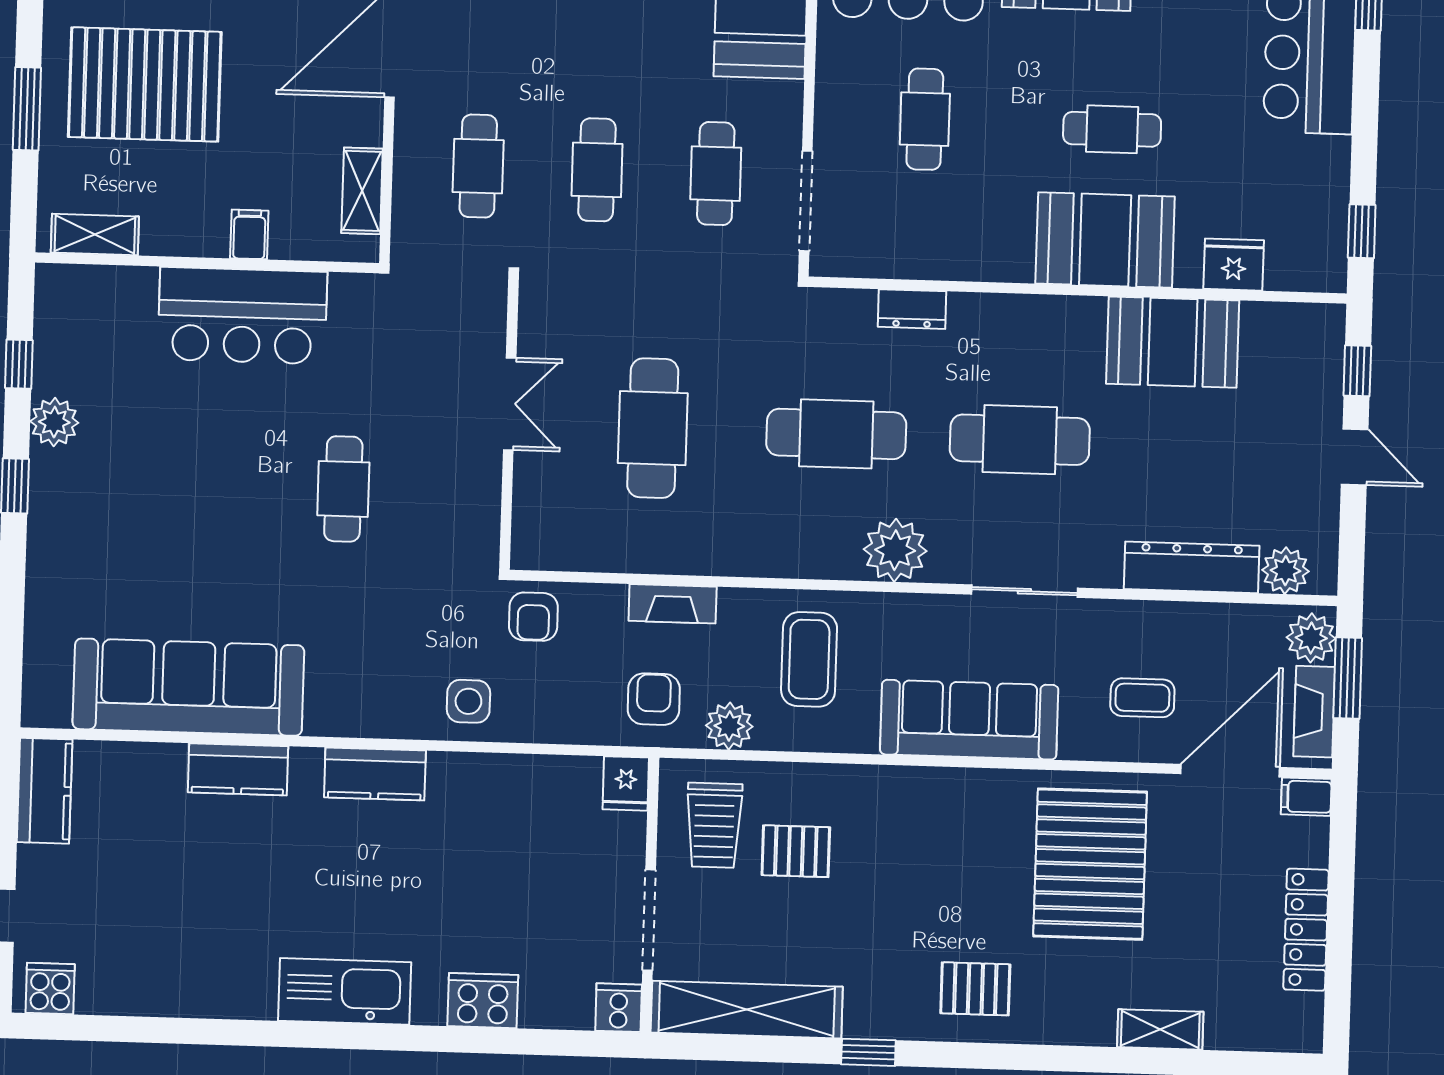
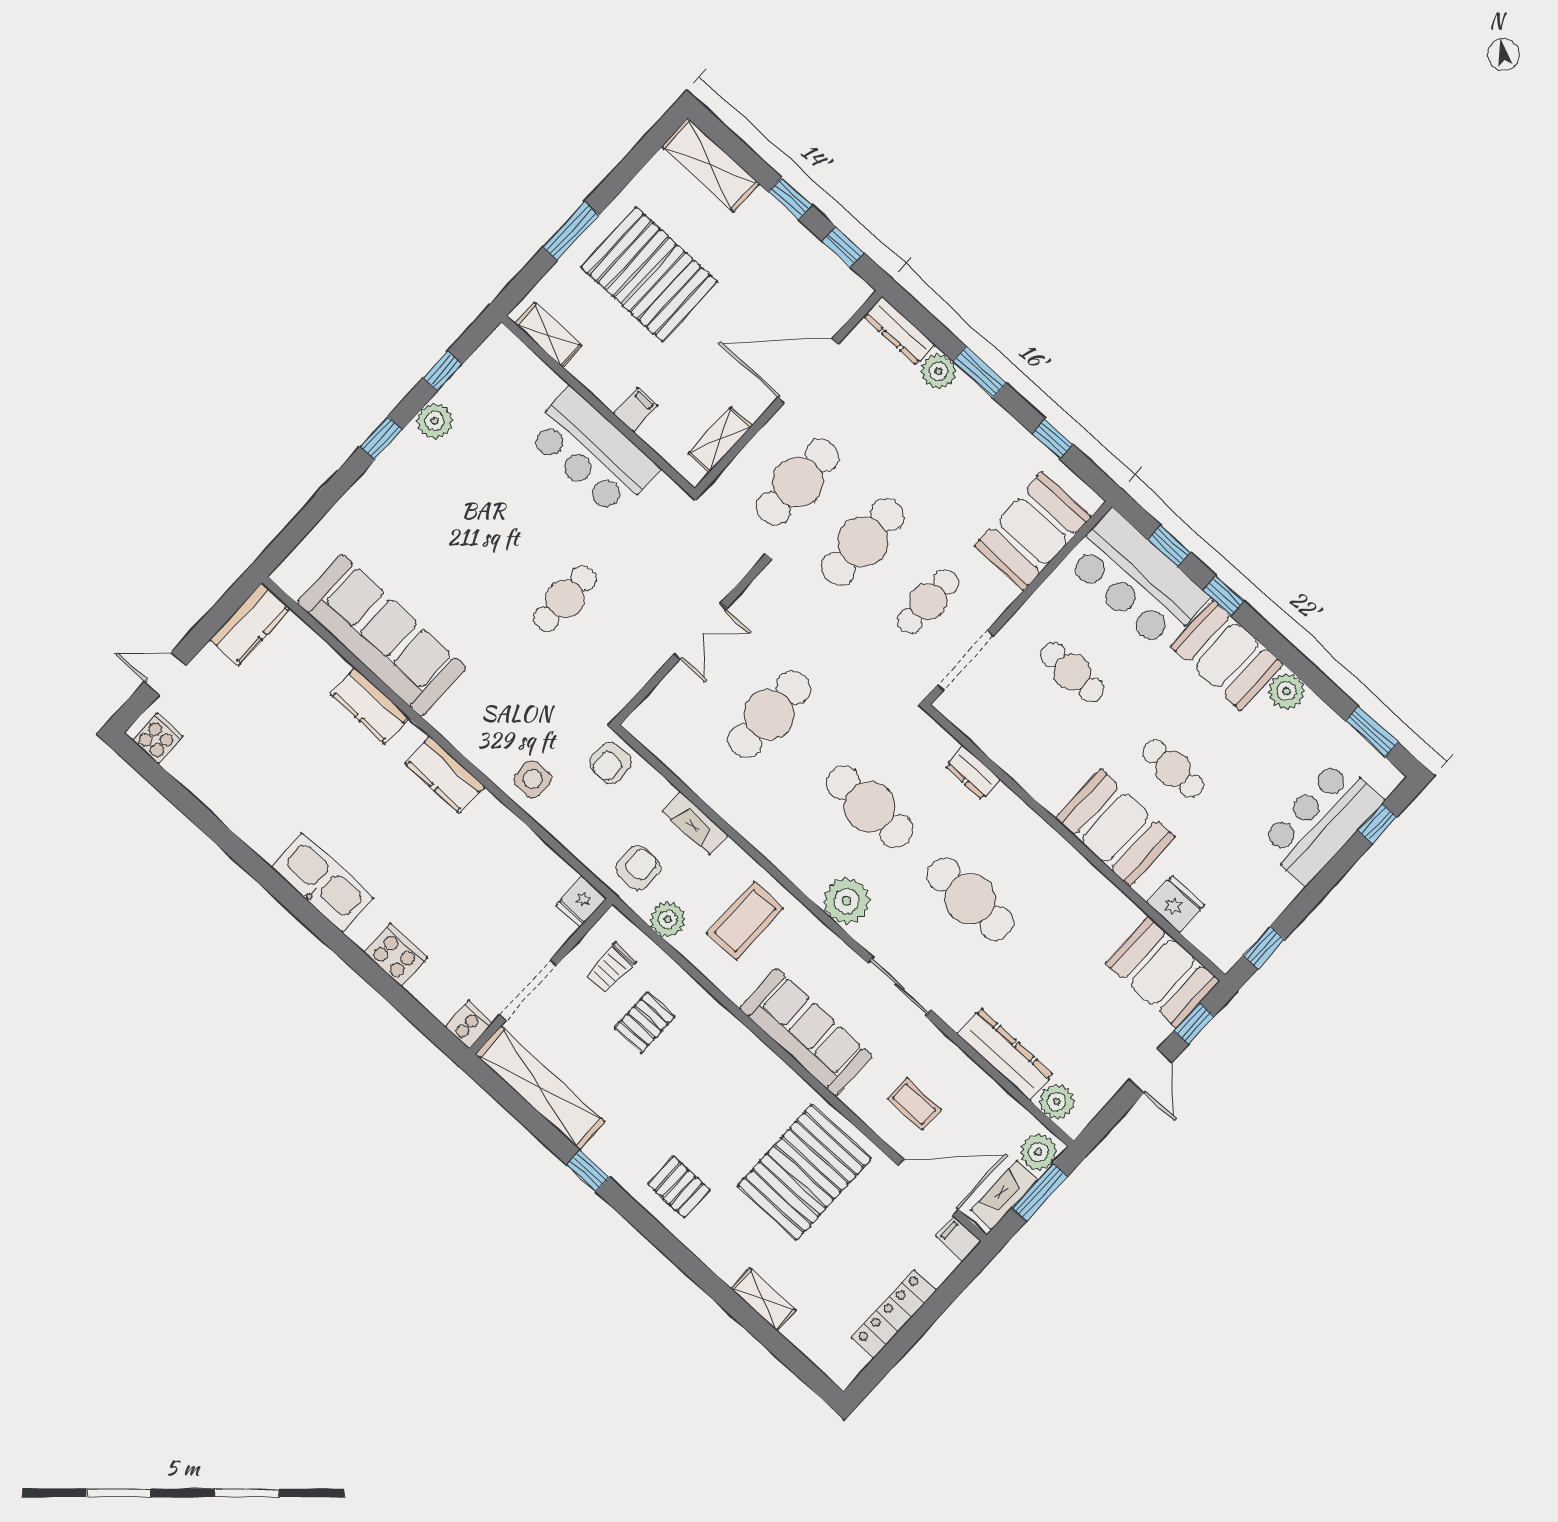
cafe table: (925, 119) -> (1072, 672), turned 90
cafe table: (478, 166) -> (798, 482), width x1.37, depth x1.35
cafe table: (597, 170) -> (863, 542), width x1.37, depth x1.35
booth: (1173, 342) -> (1163, 972), moved
trolley: (714, 825) -> (611, 968), width x0.73, depth x0.72
pallet: (796, 851) -> (644, 1022), turned 90

